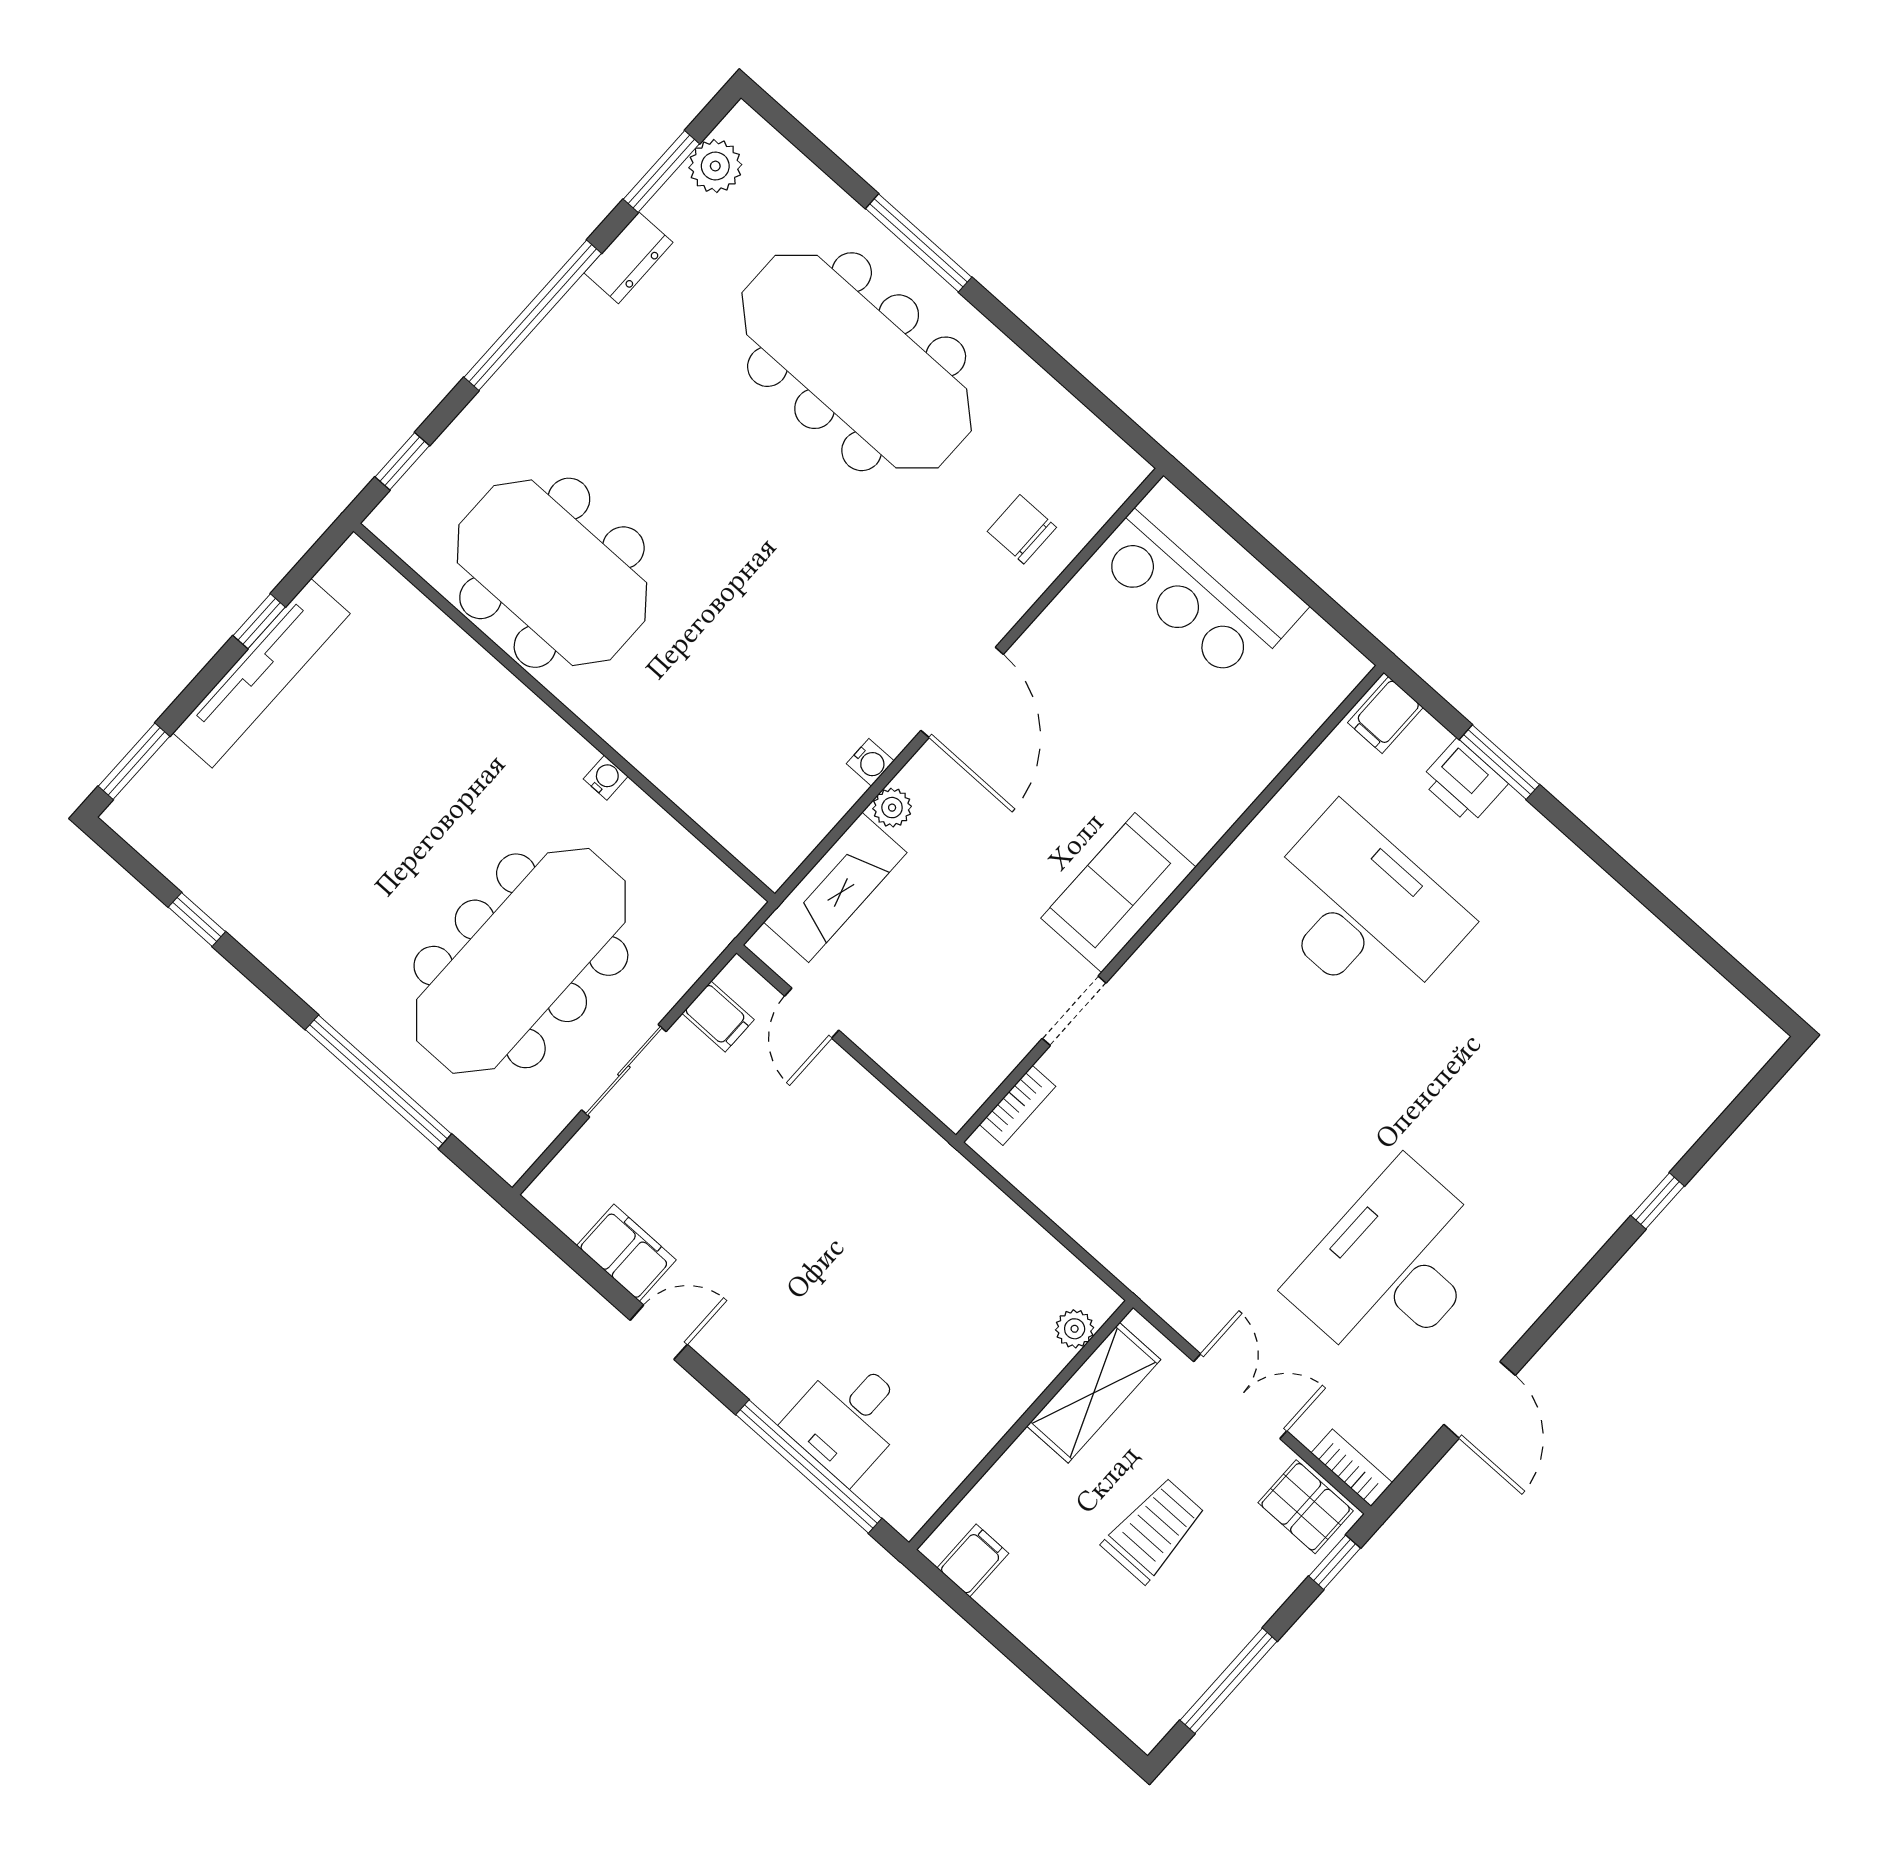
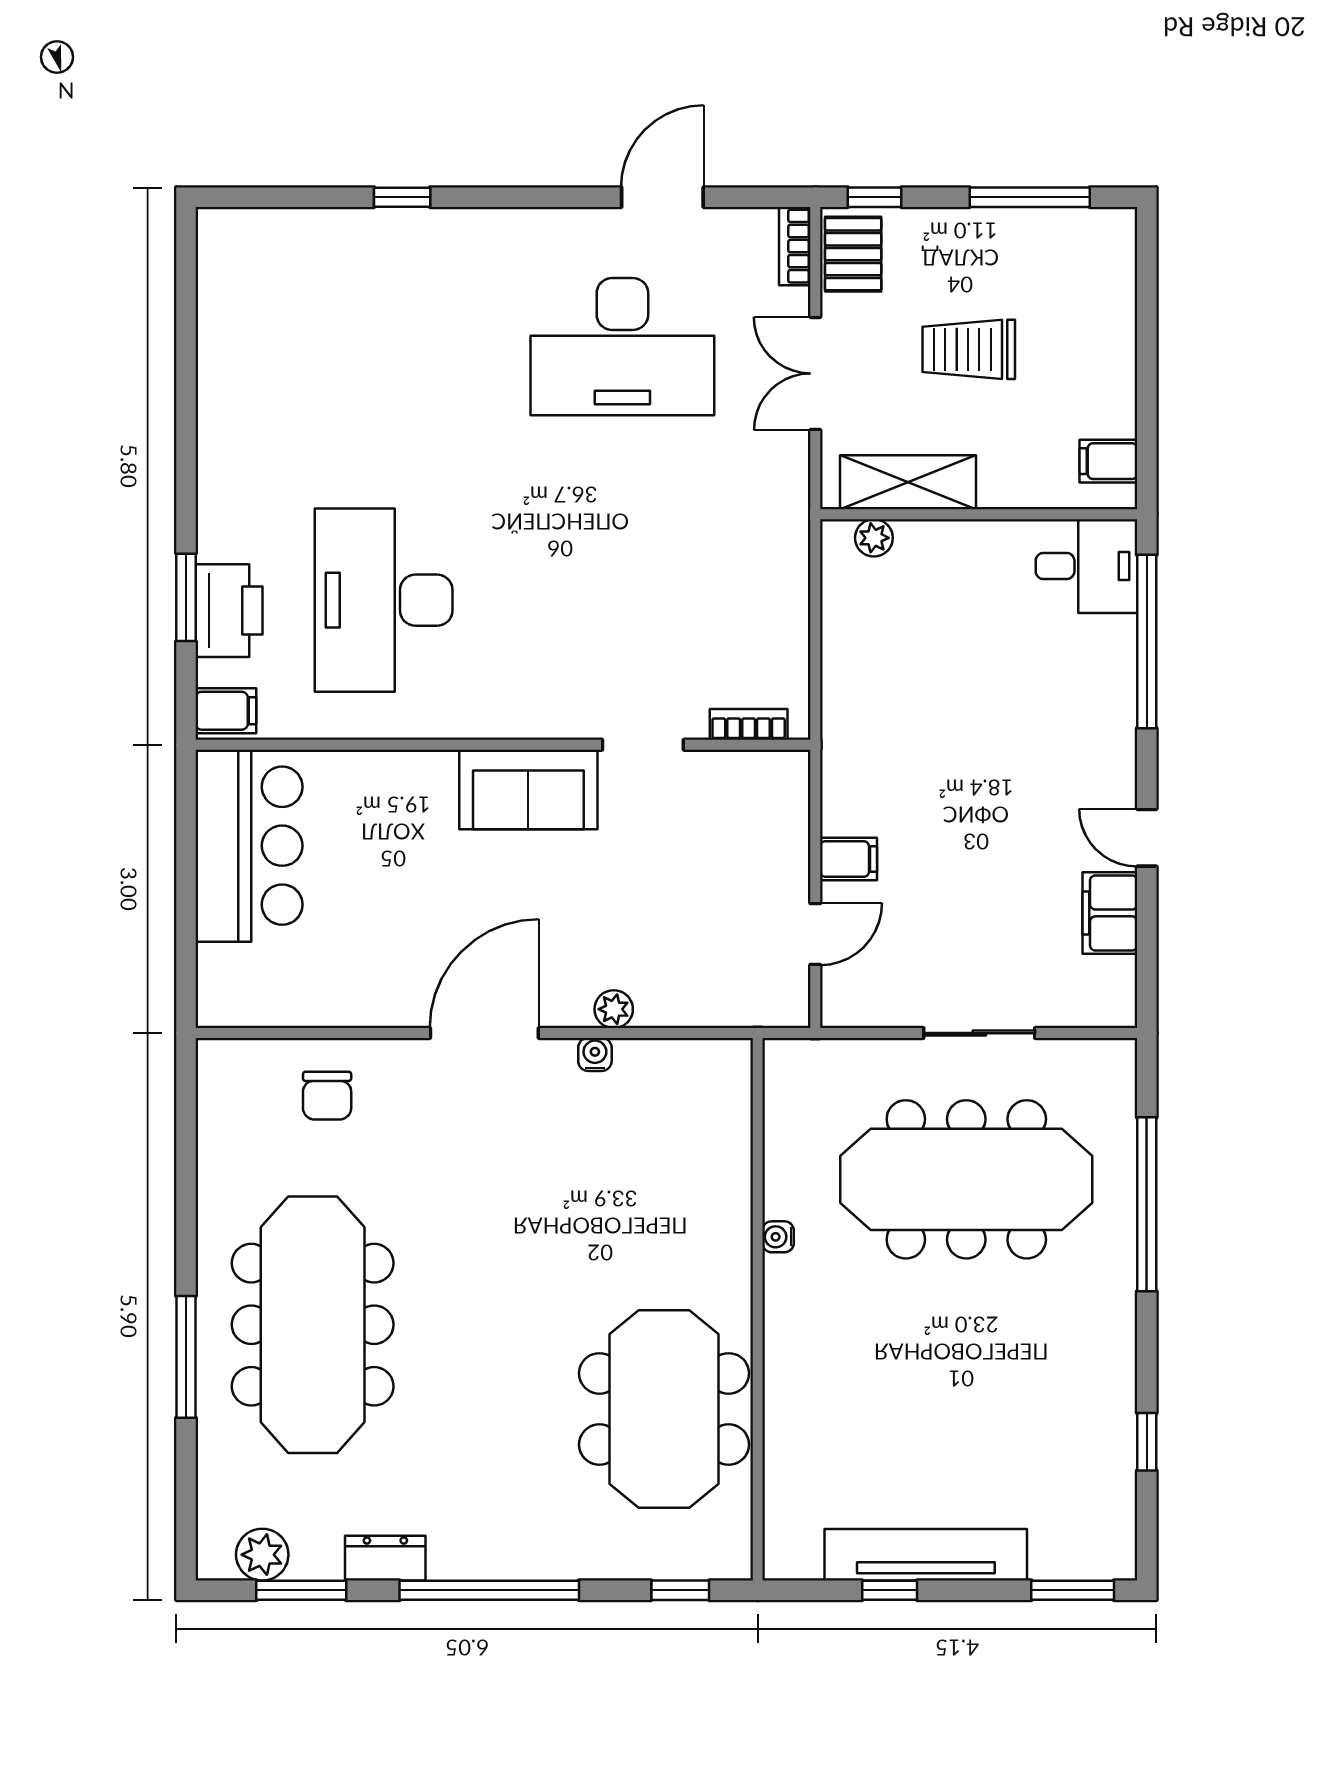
bar counter: (1200, 581) -> (249, 846), moved
printer: (1464, 782) -> (229, 611), width x1.37, depth x1.19
fireplace: (835, 887) -> (709, 999), removed
filing cabinet: (718, 1017) -> (848, 859), moved, turned 90
desk: (848, 1419) -> (1086, 566), moved

